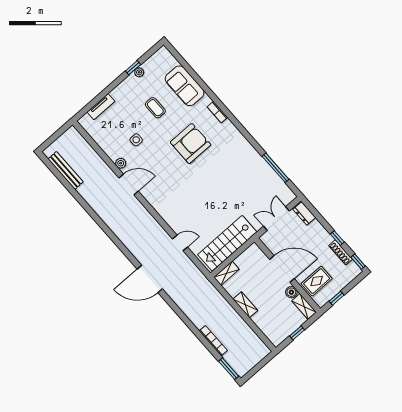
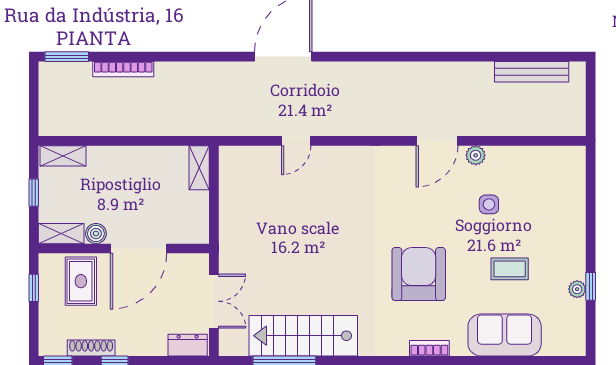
tv unit: (101, 107) -> (576, 196), removed
armchair: (191, 144) -> (419, 274), turned 180
stairs: (227, 243) -> (303, 336), moved, turned -90
shelving: (245, 305) -> (63, 156), moved

